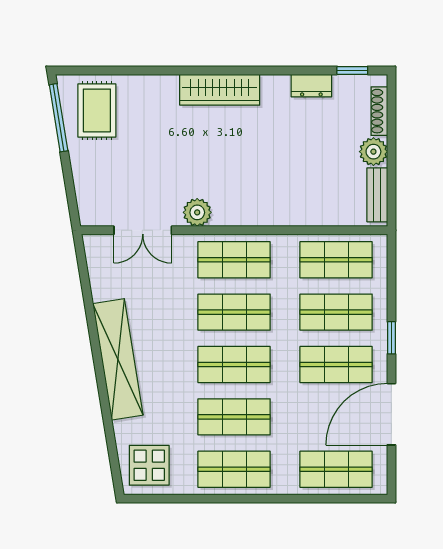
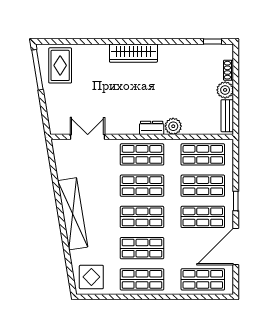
dresser: (311, 86) -> (152, 128), moved, turned 180
shoe rack: (379, 111) -> (229, 70), width x0.70
plant: (197, 212) -> (173, 126), moved
double door: (143, 230) -> (88, 137), swing flipped

